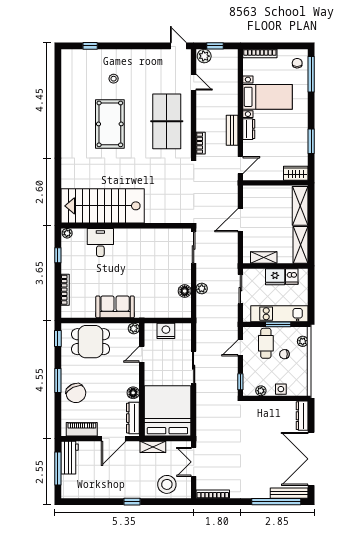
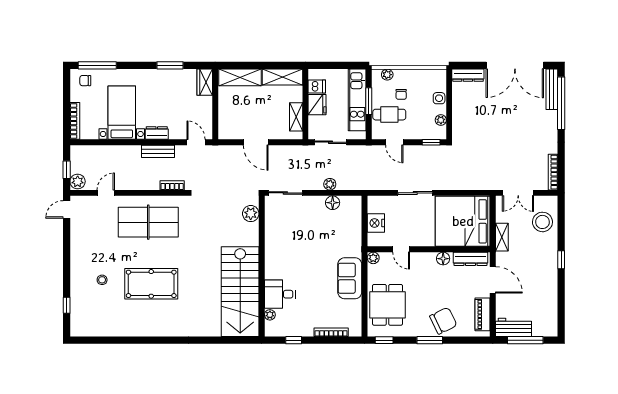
plant: (175, 216) -> (251, 214), added
plant: (67, 233) -> (270, 315), moved

